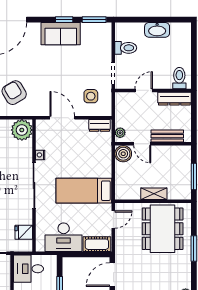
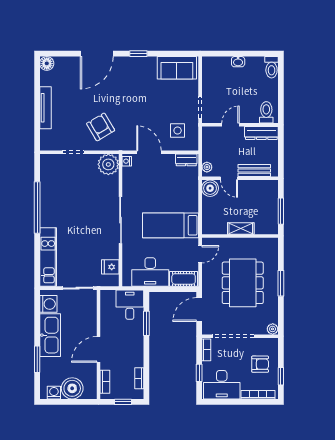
window: (64, 20) -> (138, 54), moved
window: (94, 20) -> (181, 54), removed
washbasin: (157, 30) -> (238, 62), width x0.52, depth x0.69
sofa: (61, 34) -> (177, 68), moved
toilet: (126, 48) -> (272, 67), moved, turned 90
nightstand: (40, 155) -> (127, 161), moved
dining table: (163, 229) -> (243, 283), moved
desk: (29, 269) -> (130, 305), moved, turned 90

